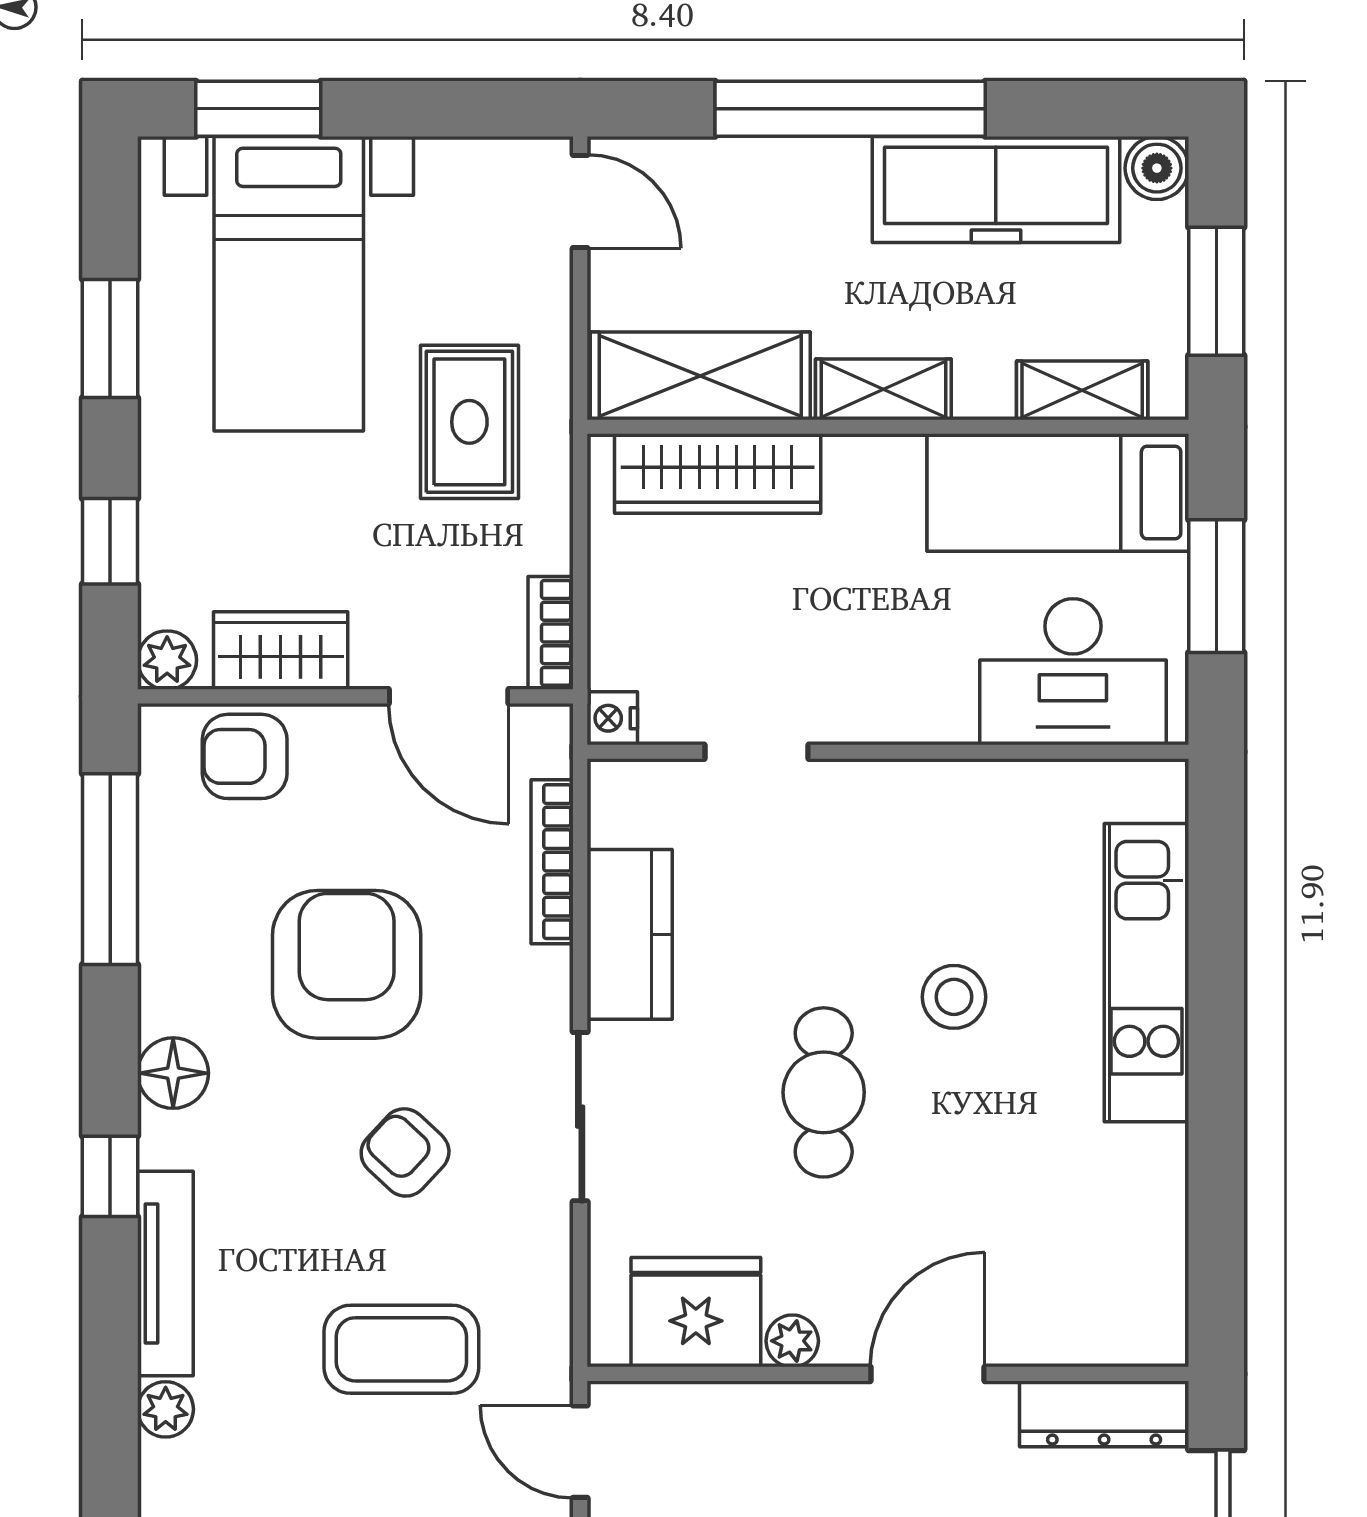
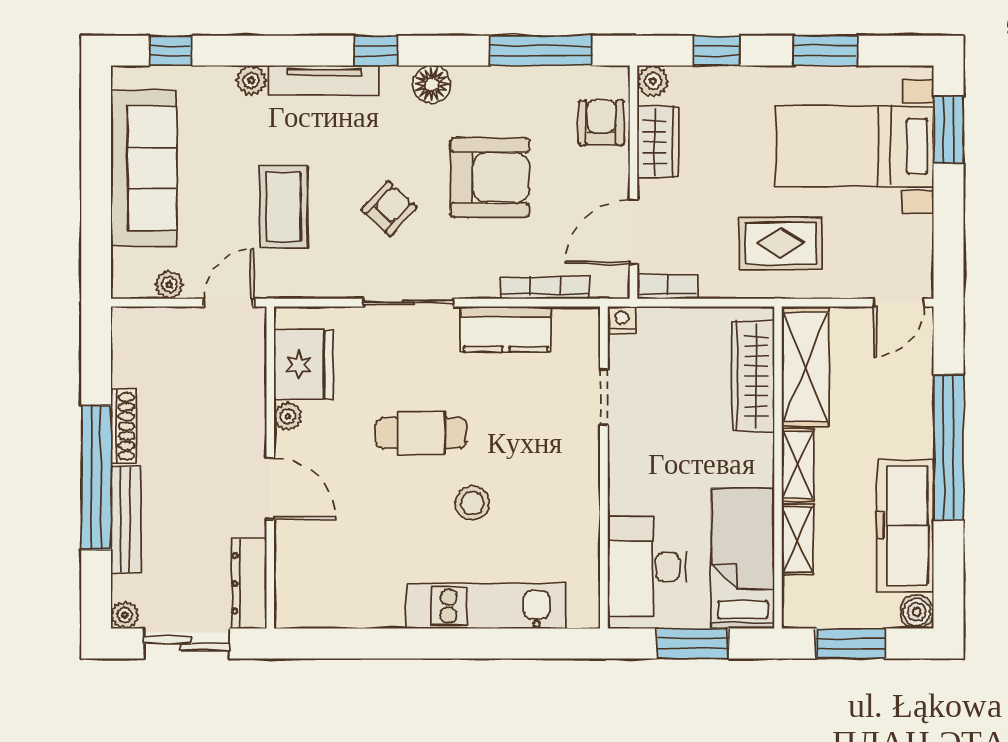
shelving: (1082, 390) -> (797, 540), moved

